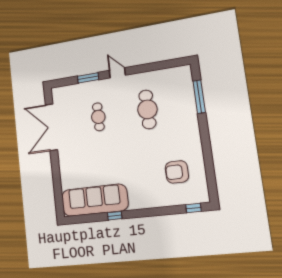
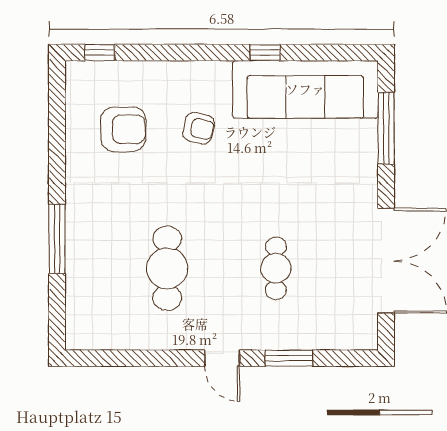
window: (199, 97) -> (57, 239), moved
armchair: (141, 177) -> (199, 128), added
window: (57, 186) -> (386, 128), added

